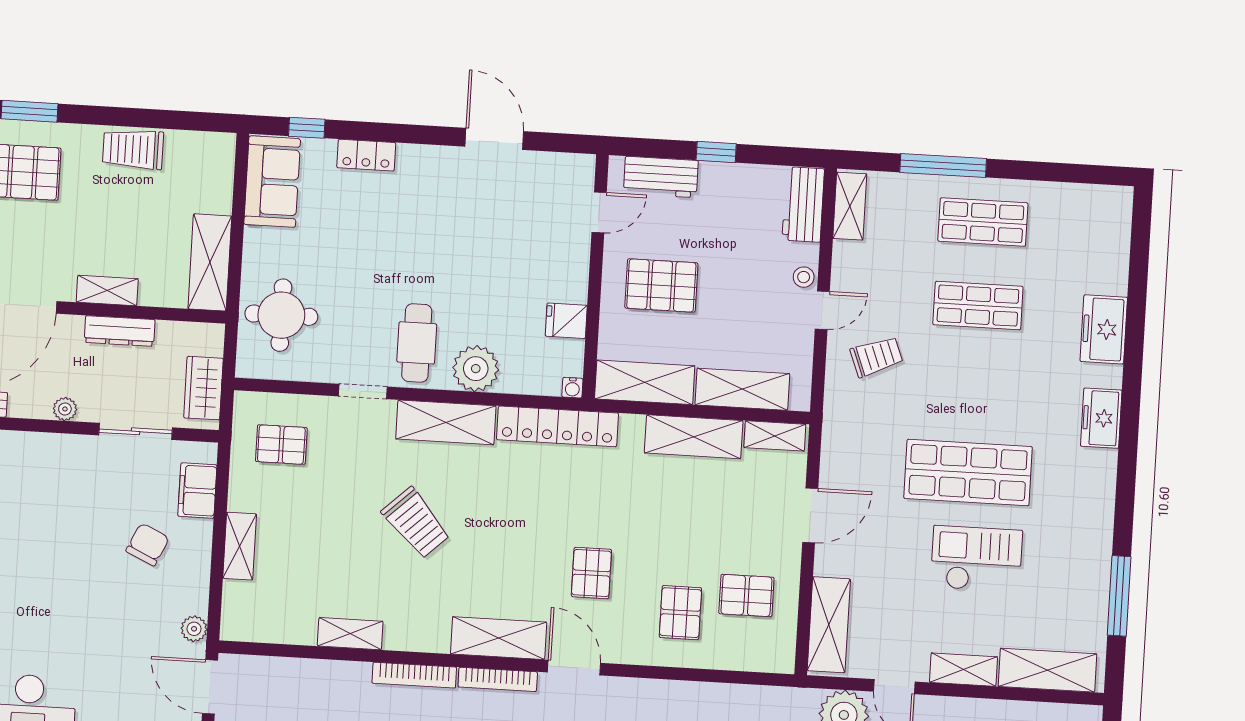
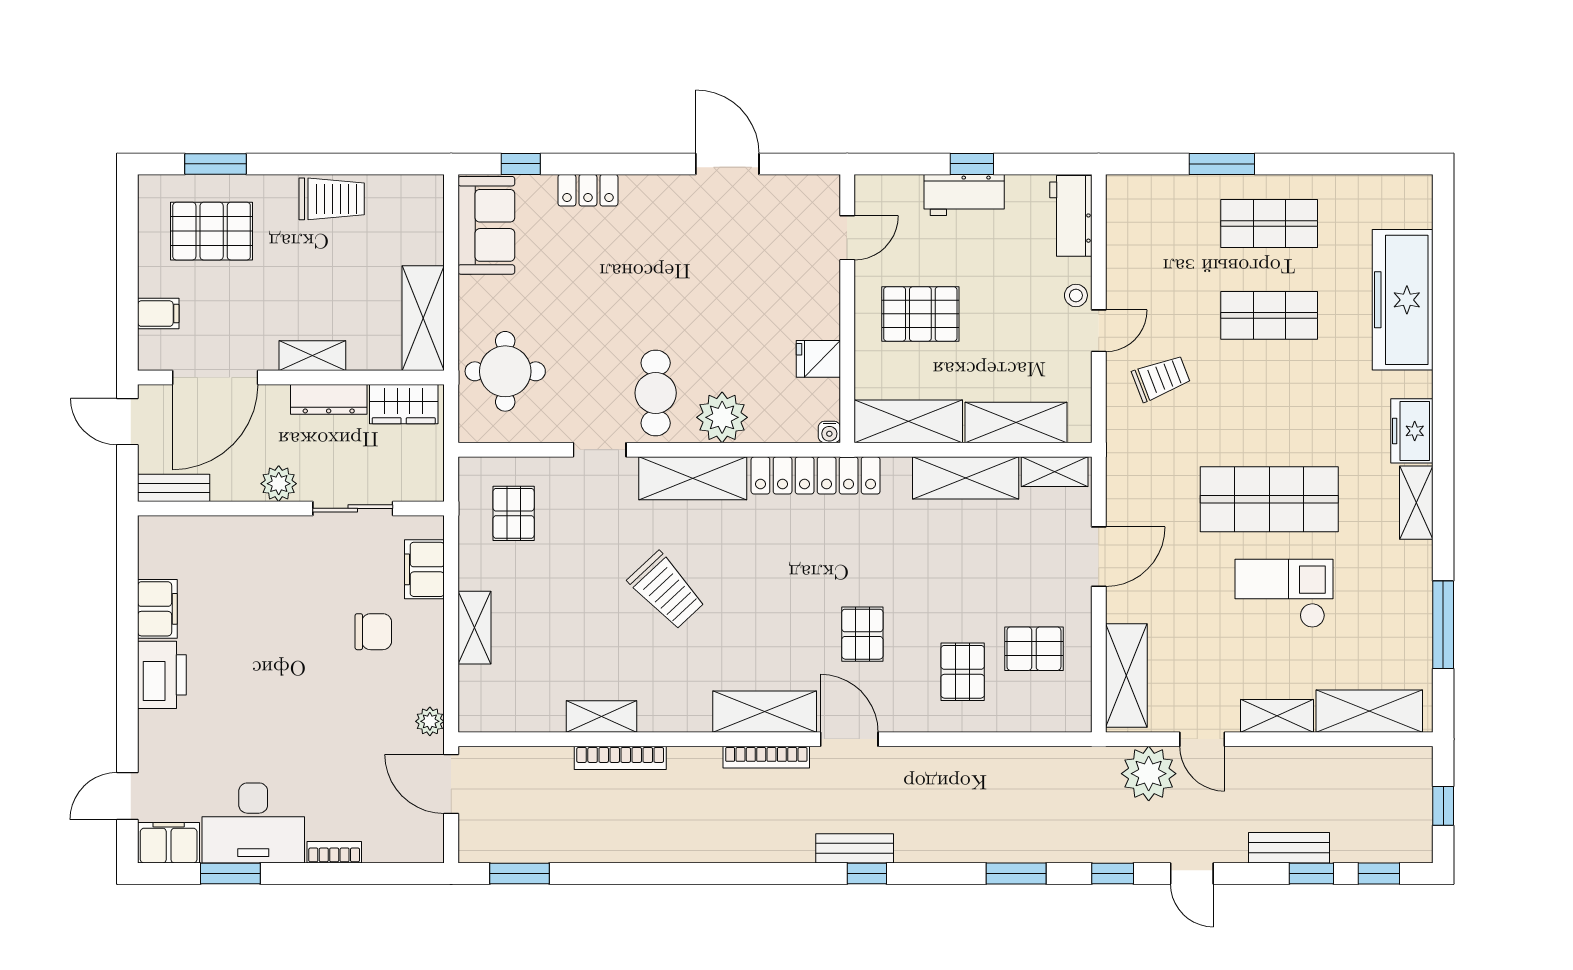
trolley: (133, 149) -> (332, 199), turned 180
window: (943, 166) -> (1222, 164), width x0.69
workbench: (661, 177) -> (964, 195), moved
shelving: (850, 206) -> (1416, 503), moved
freezer: (1104, 329) -> (1403, 300), width x1.91, depth x1.26
wardrobe: (203, 388) -> (404, 404), moved, turned -90
plant: (65, 409) -> (279, 484), width x1.38, depth x1.38
pallet: (281, 445) -> (514, 513), turned 90
chair: (148, 544) -> (373, 632), turned 65
bookcase: (414, 675) -> (620, 758), moved

